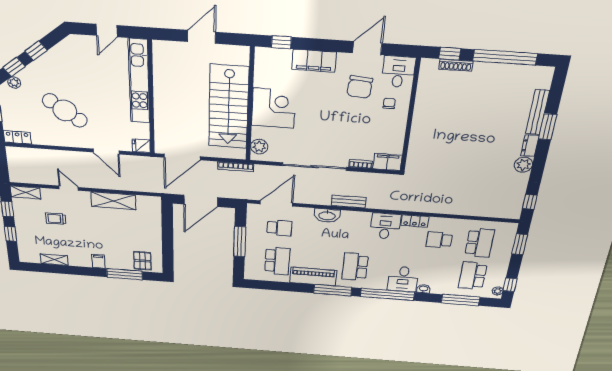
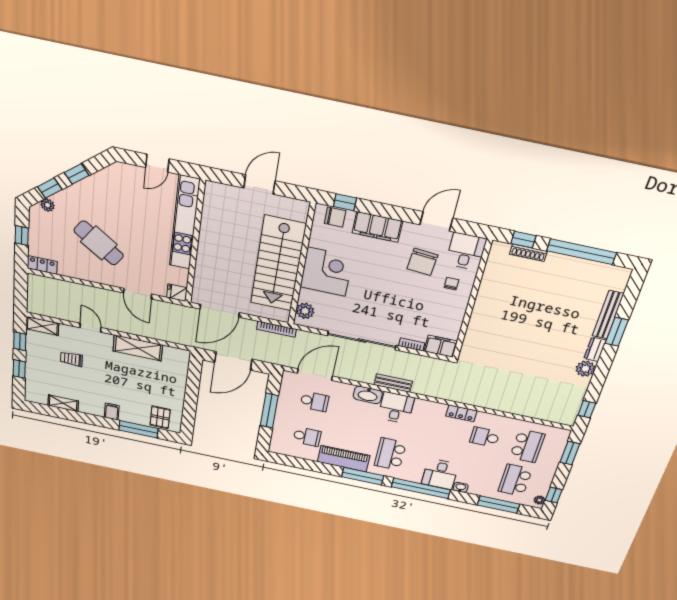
chair: (274, 57) -> (335, 217), added
desk: (385, 226) -> (396, 408), moved
school desk: (277, 261) -> (307, 437), width x0.54

